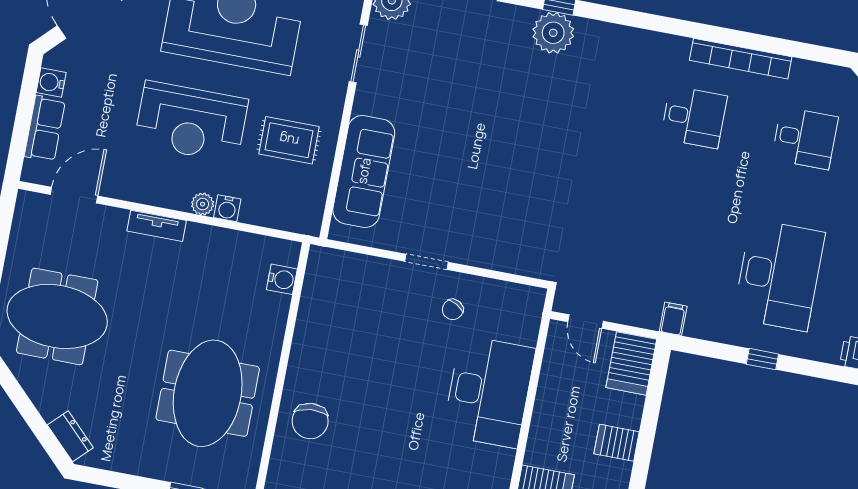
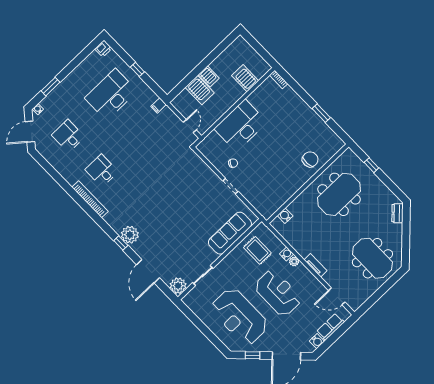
bookcase: (741, 59) -> (90, 199), moved
rug: (289, 140) -> (257, 250), moved
server rack: (631, 363) -> (200, 90), moved, turned 90

